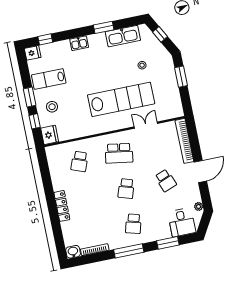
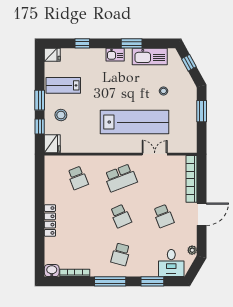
window: (45, 39) -> (82, 43), moved
kitchen sink: (79, 43) -> (115, 55), moved
school desk: (119, 153) -> (121, 178), turned -30
school desk: (79, 161) -> (78, 178), turned -42
school desk: (126, 189) -> (121, 216), turned -42

